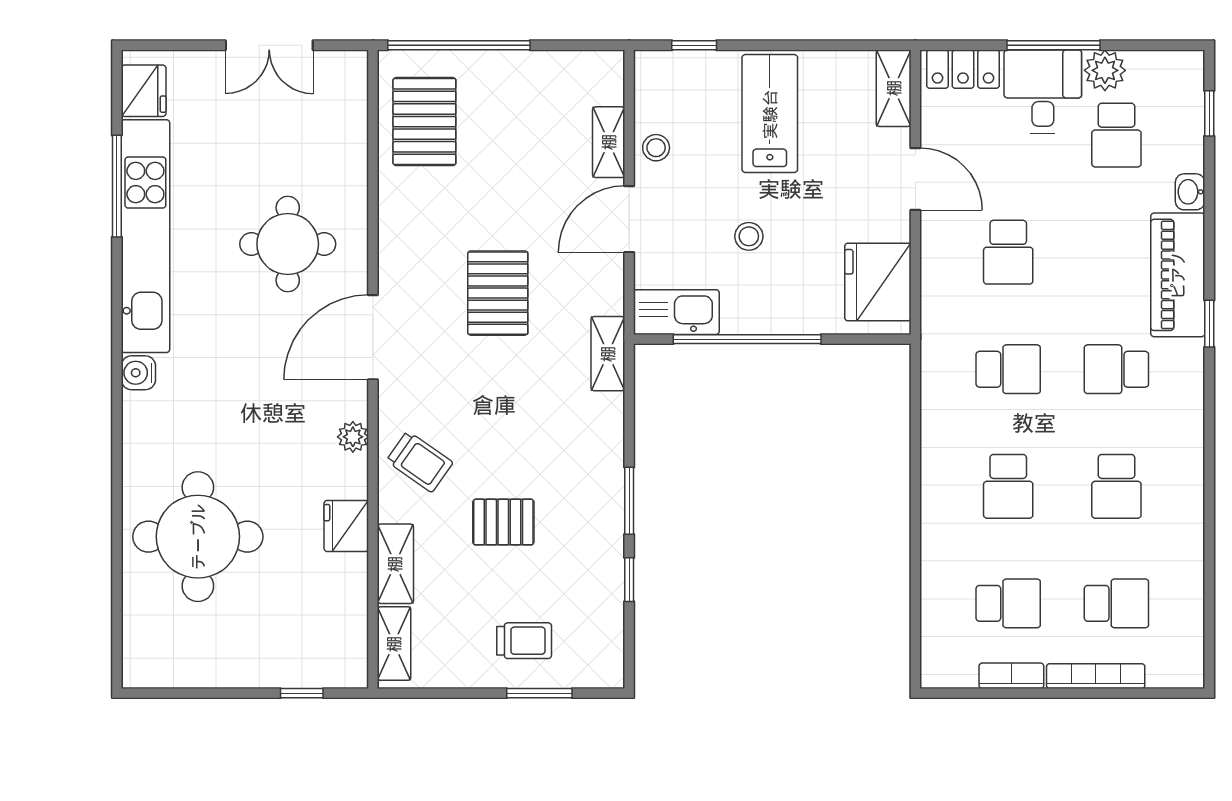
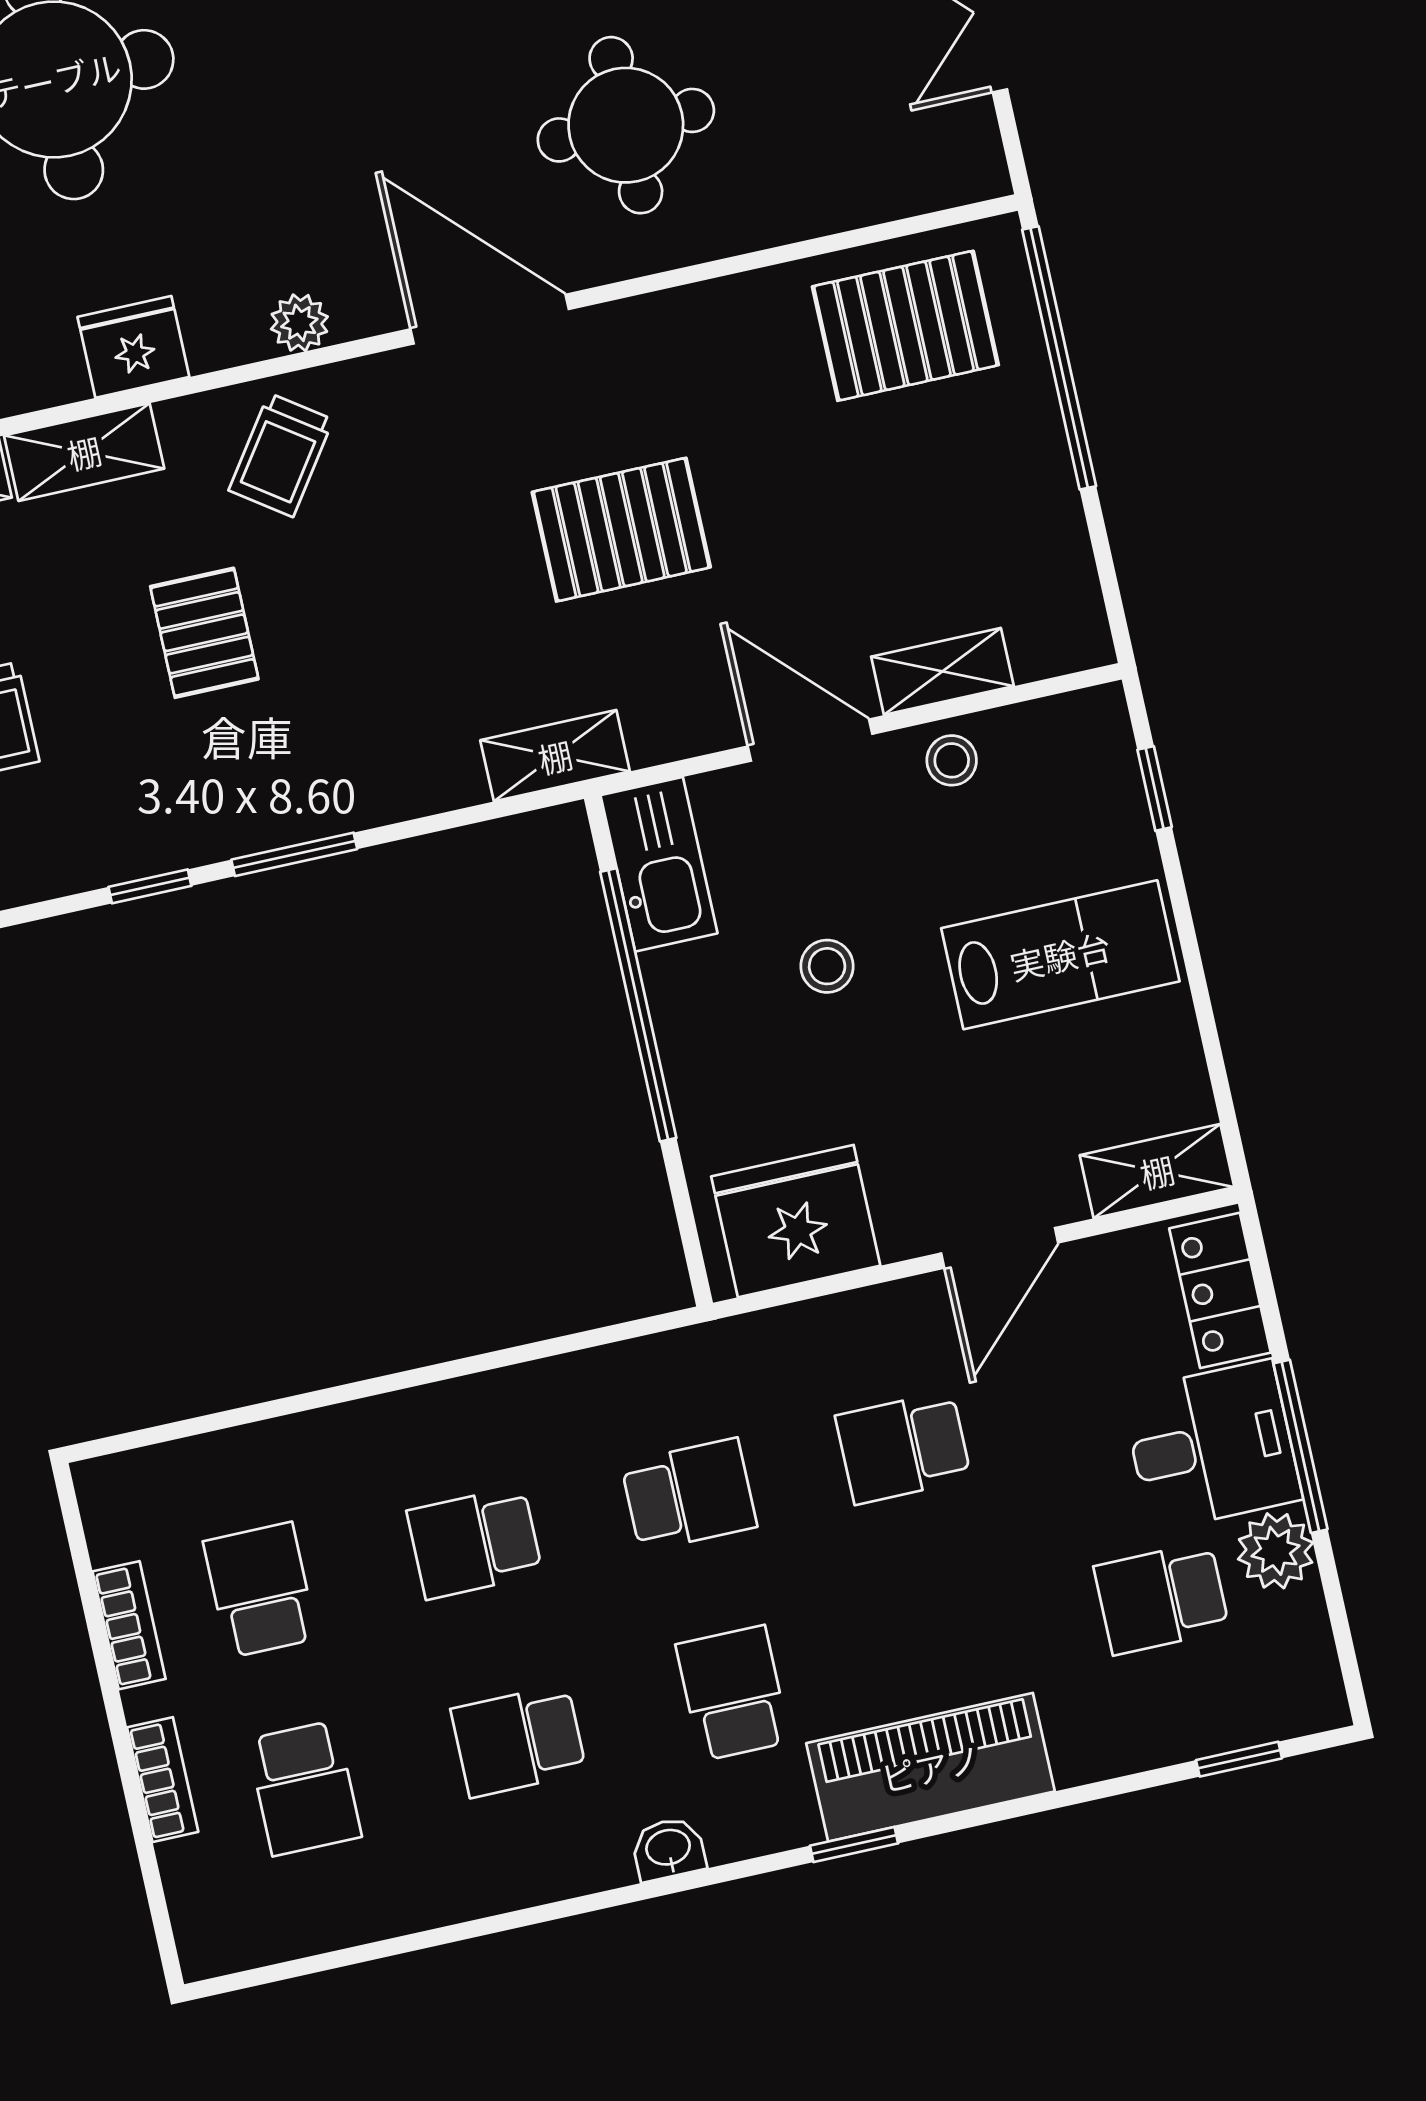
washbasin: (1190, 192) -> (668, 1849), moved
school desk: (1008, 369) -> (689, 1495), turned -90
school desk: (1008, 603) -> (260, 1590), turned 180
bookcase: (1096, 676) -> (163, 1780), width x0.64

